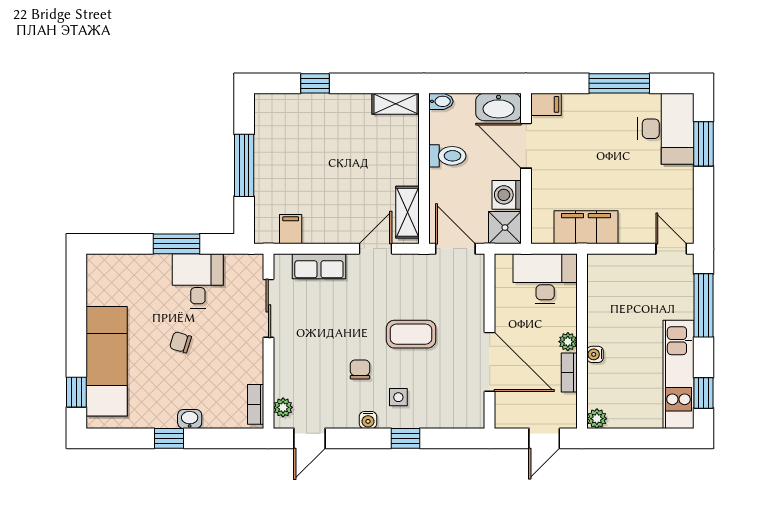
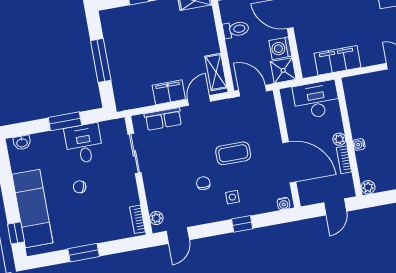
filing cabinet: (291, 229) -> (169, 92), moved, width x2.00
washbasin: (190, 419) -> (22, 143), moved, turned 180
water cooler: (368, 420) -> (284, 204), moved
window: (169, 438) -> (84, 253), width x1.50

